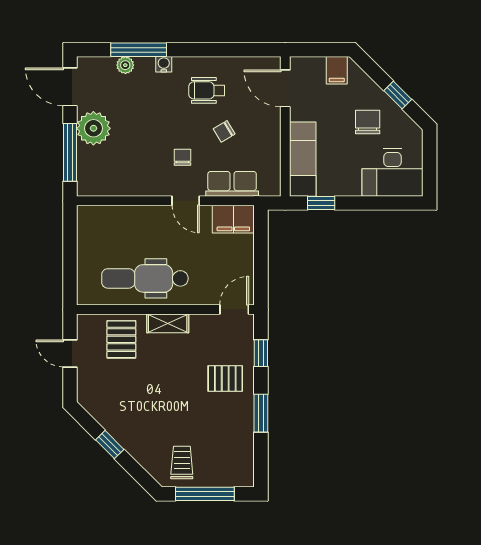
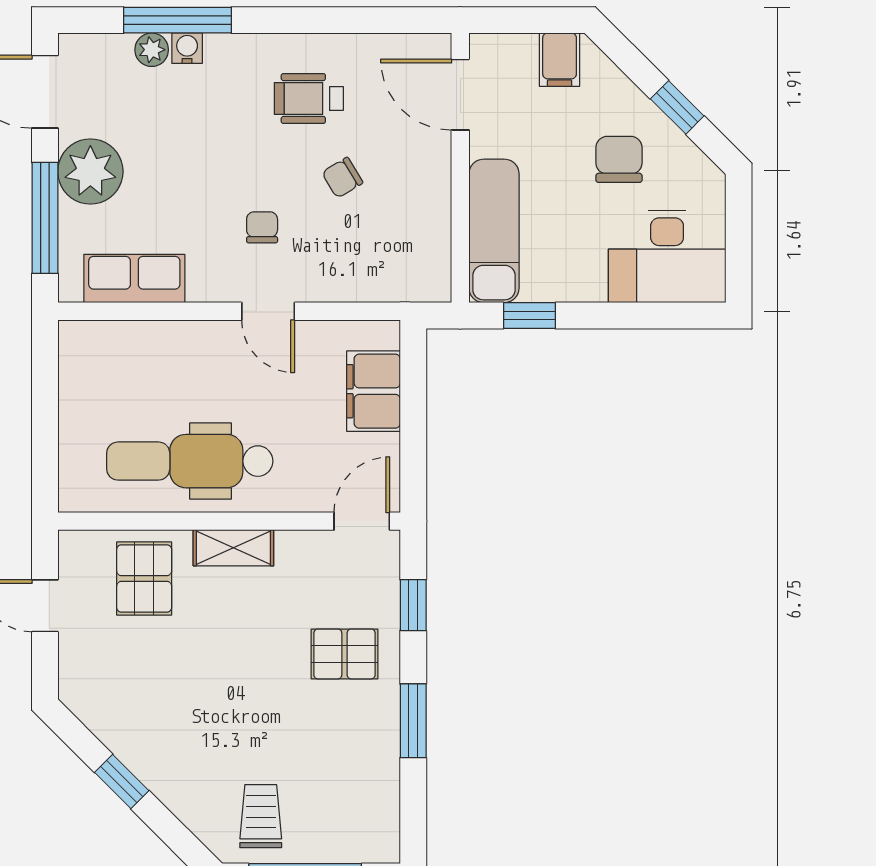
water cooler: (164, 64) -> (187, 48), moved
row of seats: (232, 184) -> (134, 279), moved
filing cabinet: (233, 219) -> (373, 391), moved, turned 90

